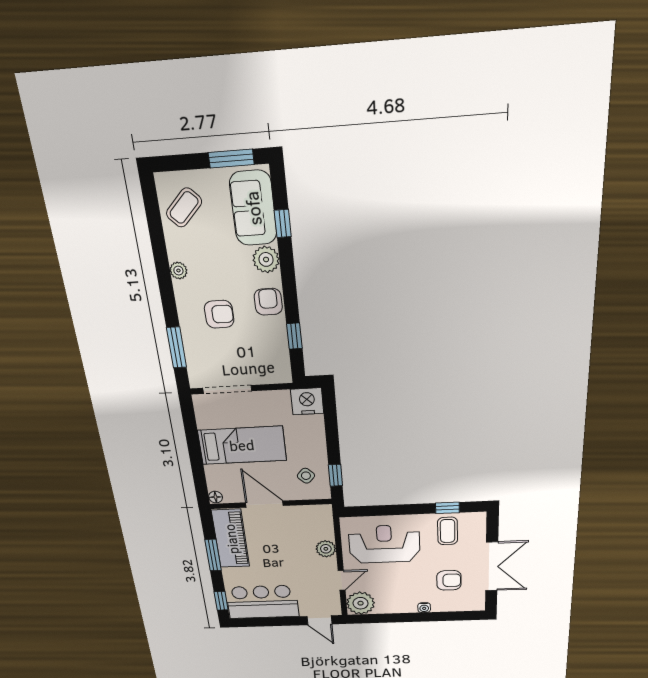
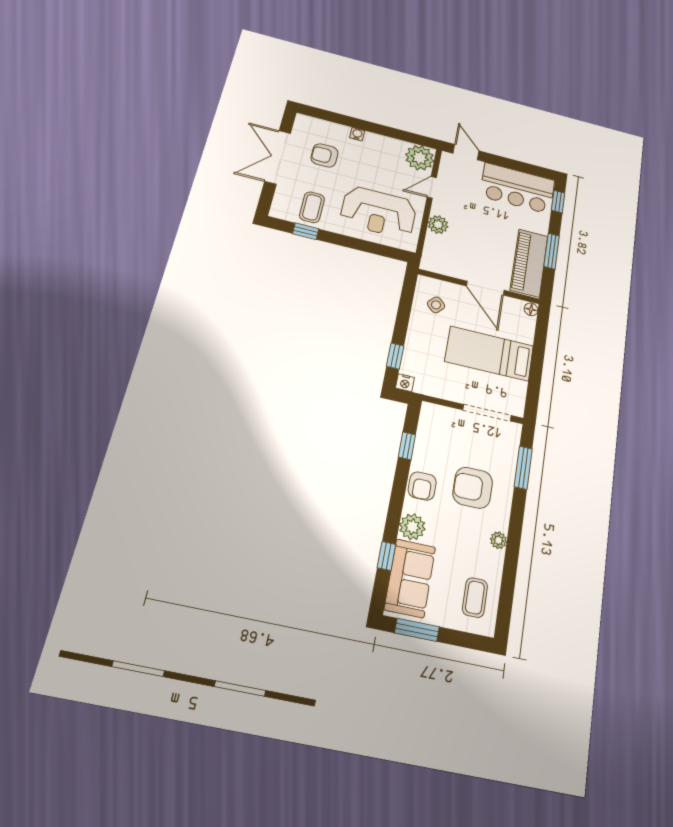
coffee table: (184, 207) -> (475, 598), turned -45
armchair: (219, 314) -> (473, 488), width x1.38, depth x1.38
nightstand: (307, 401) -> (405, 383), width x0.53, depth x0.56
window: (335, 475) -> (395, 356), moved

